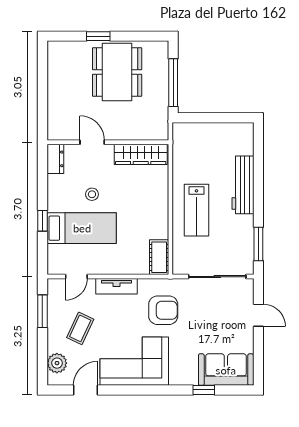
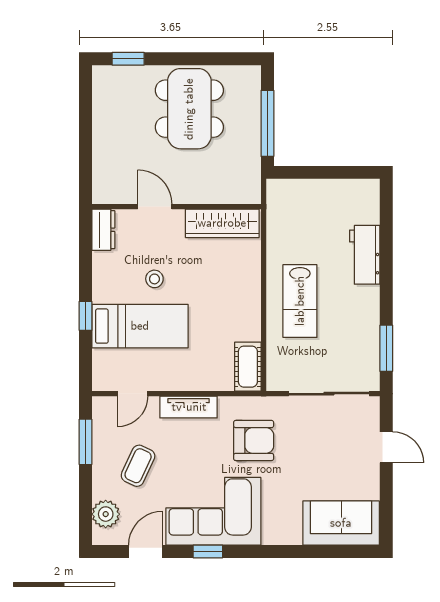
window: (98, 36) -> (128, 59), moved
workbench: (243, 185) -> (365, 255), width x0.73
window: (204, 390) -> (208, 552), moved

